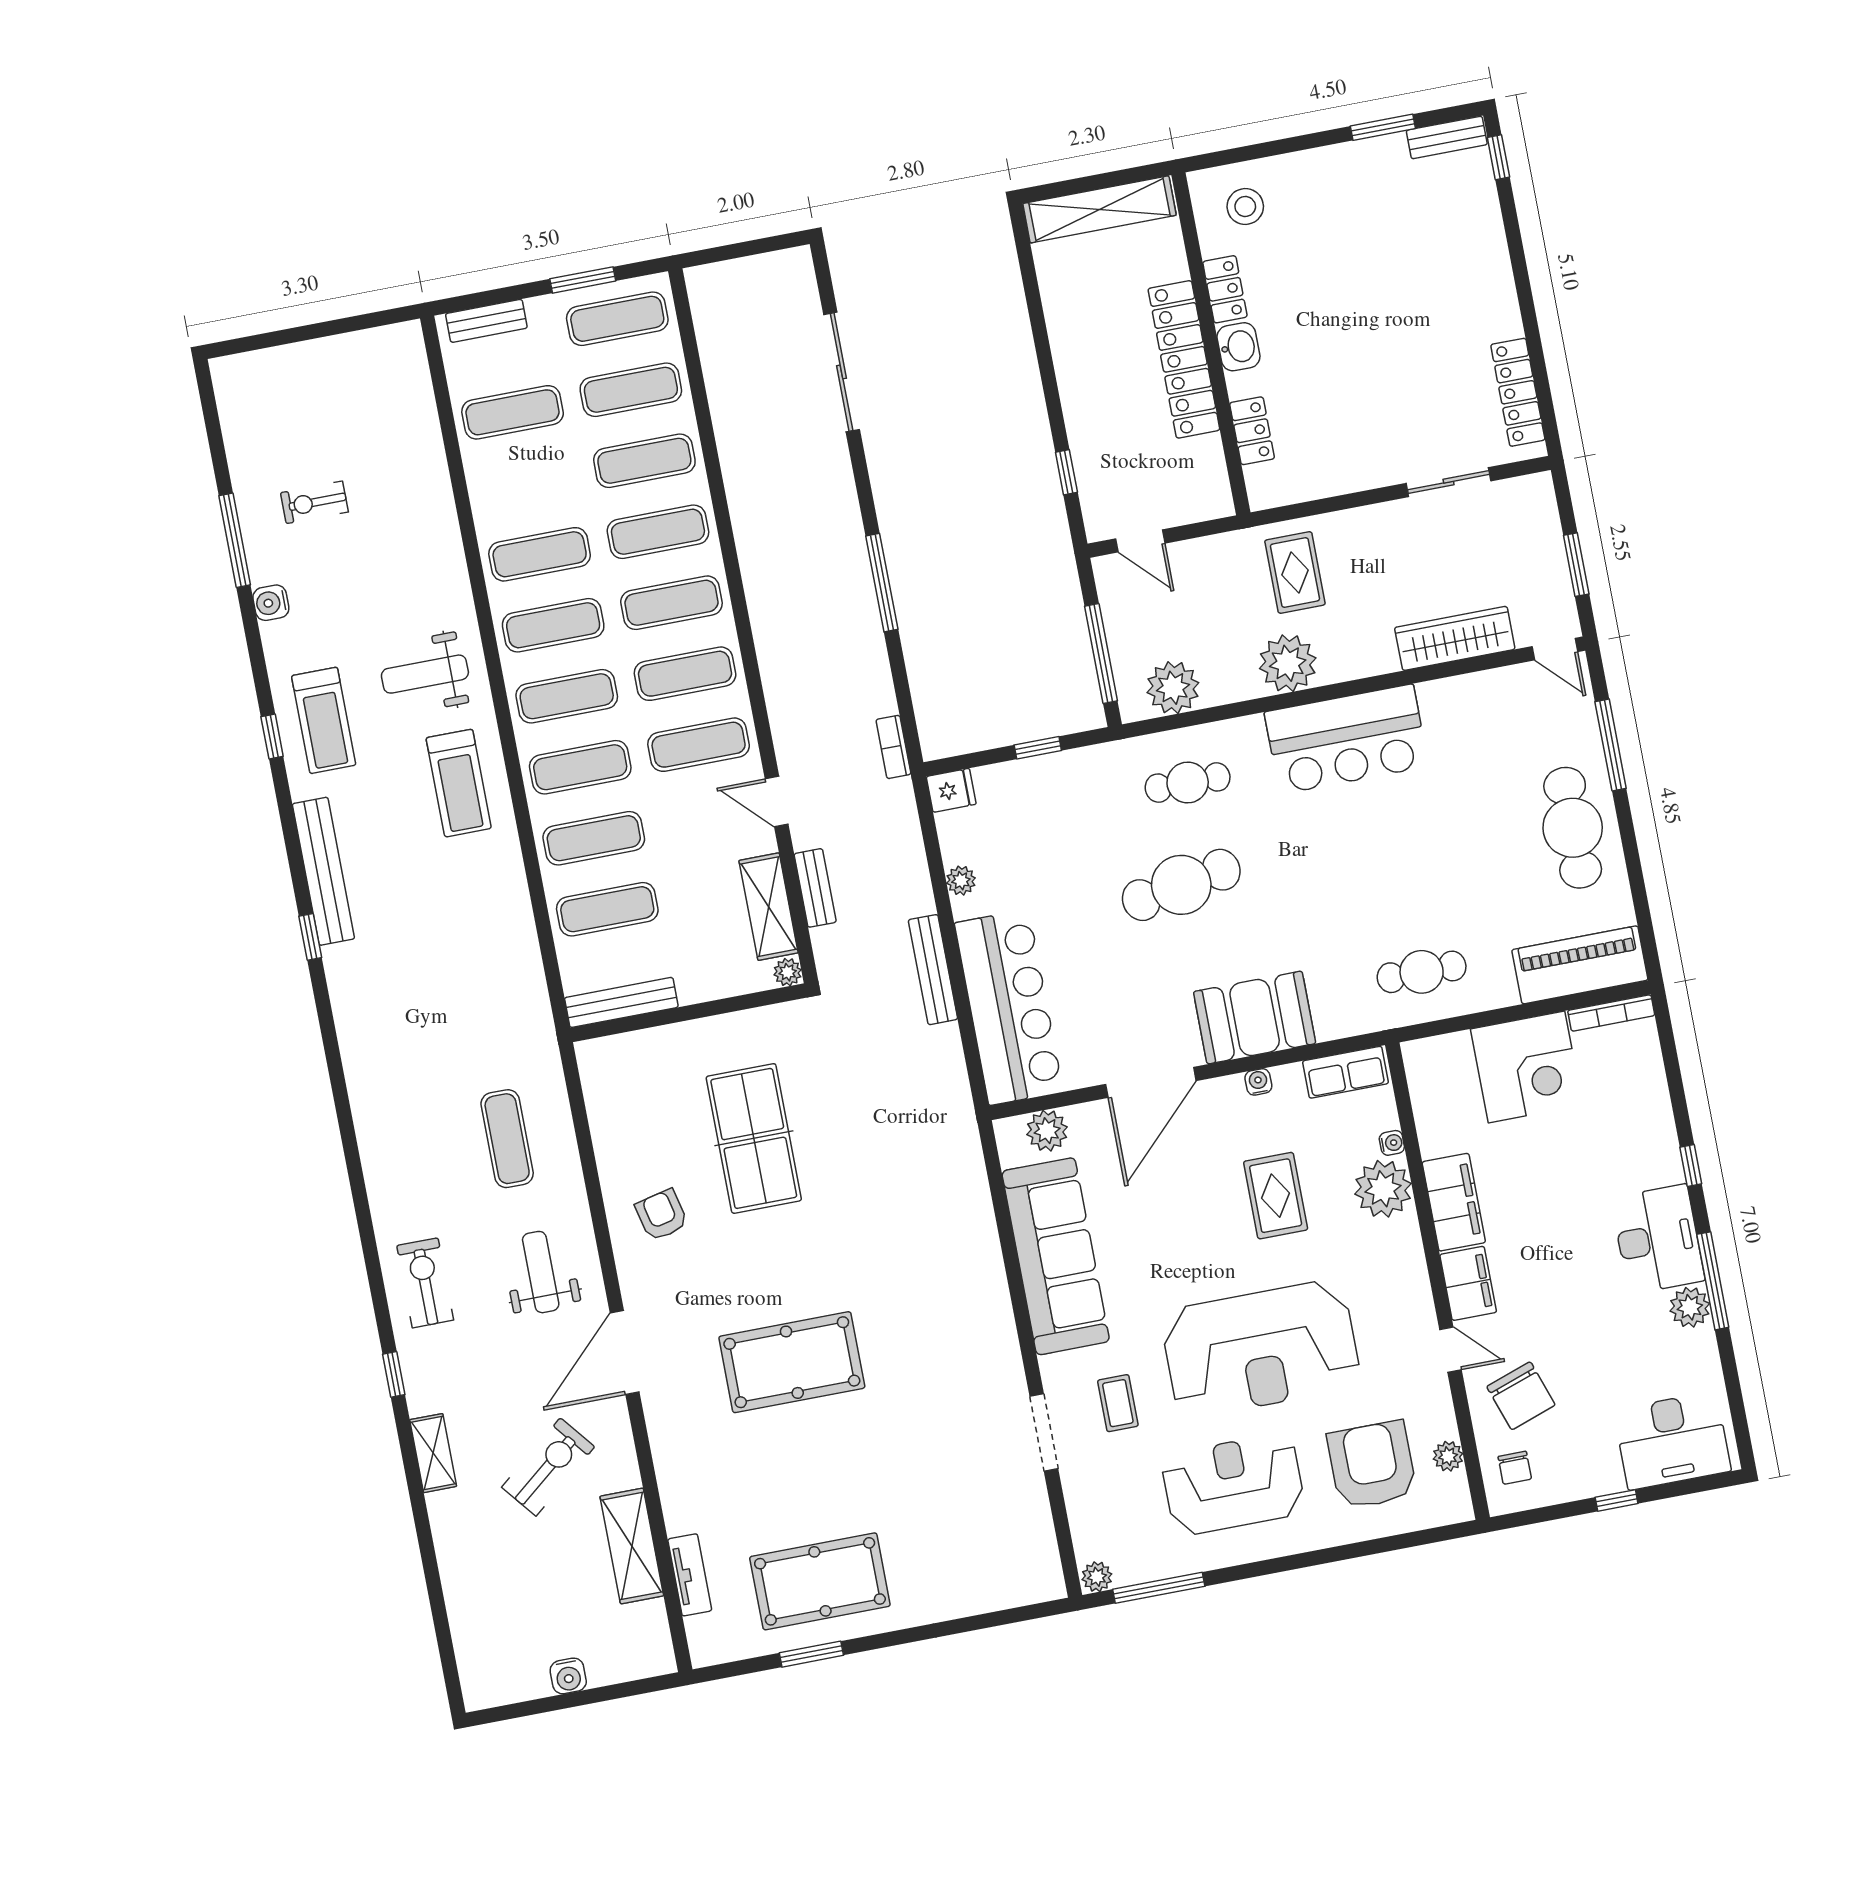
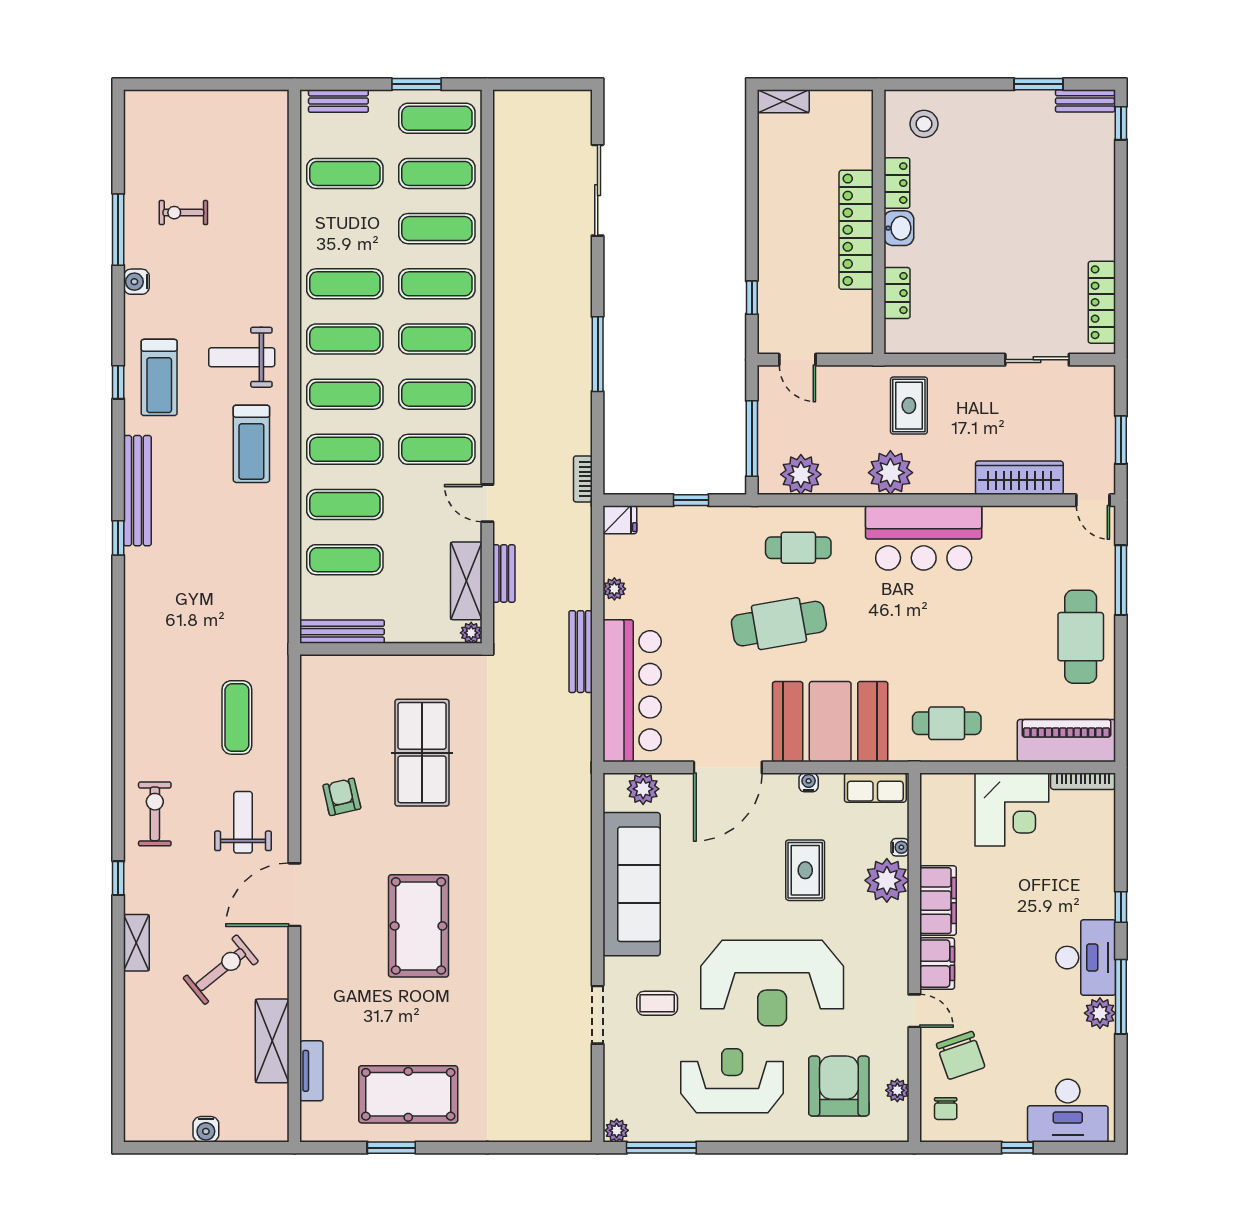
shelving: (1099, 209) -> (783, 101), width x0.45, depth x0.75
booth: (1255, 1018) -> (830, 722), width x1.36, depth x1.42
pool table: (792, 1362) -> (419, 926), turned 90
coffee table: (1118, 1403) -> (657, 1003), turned 90

